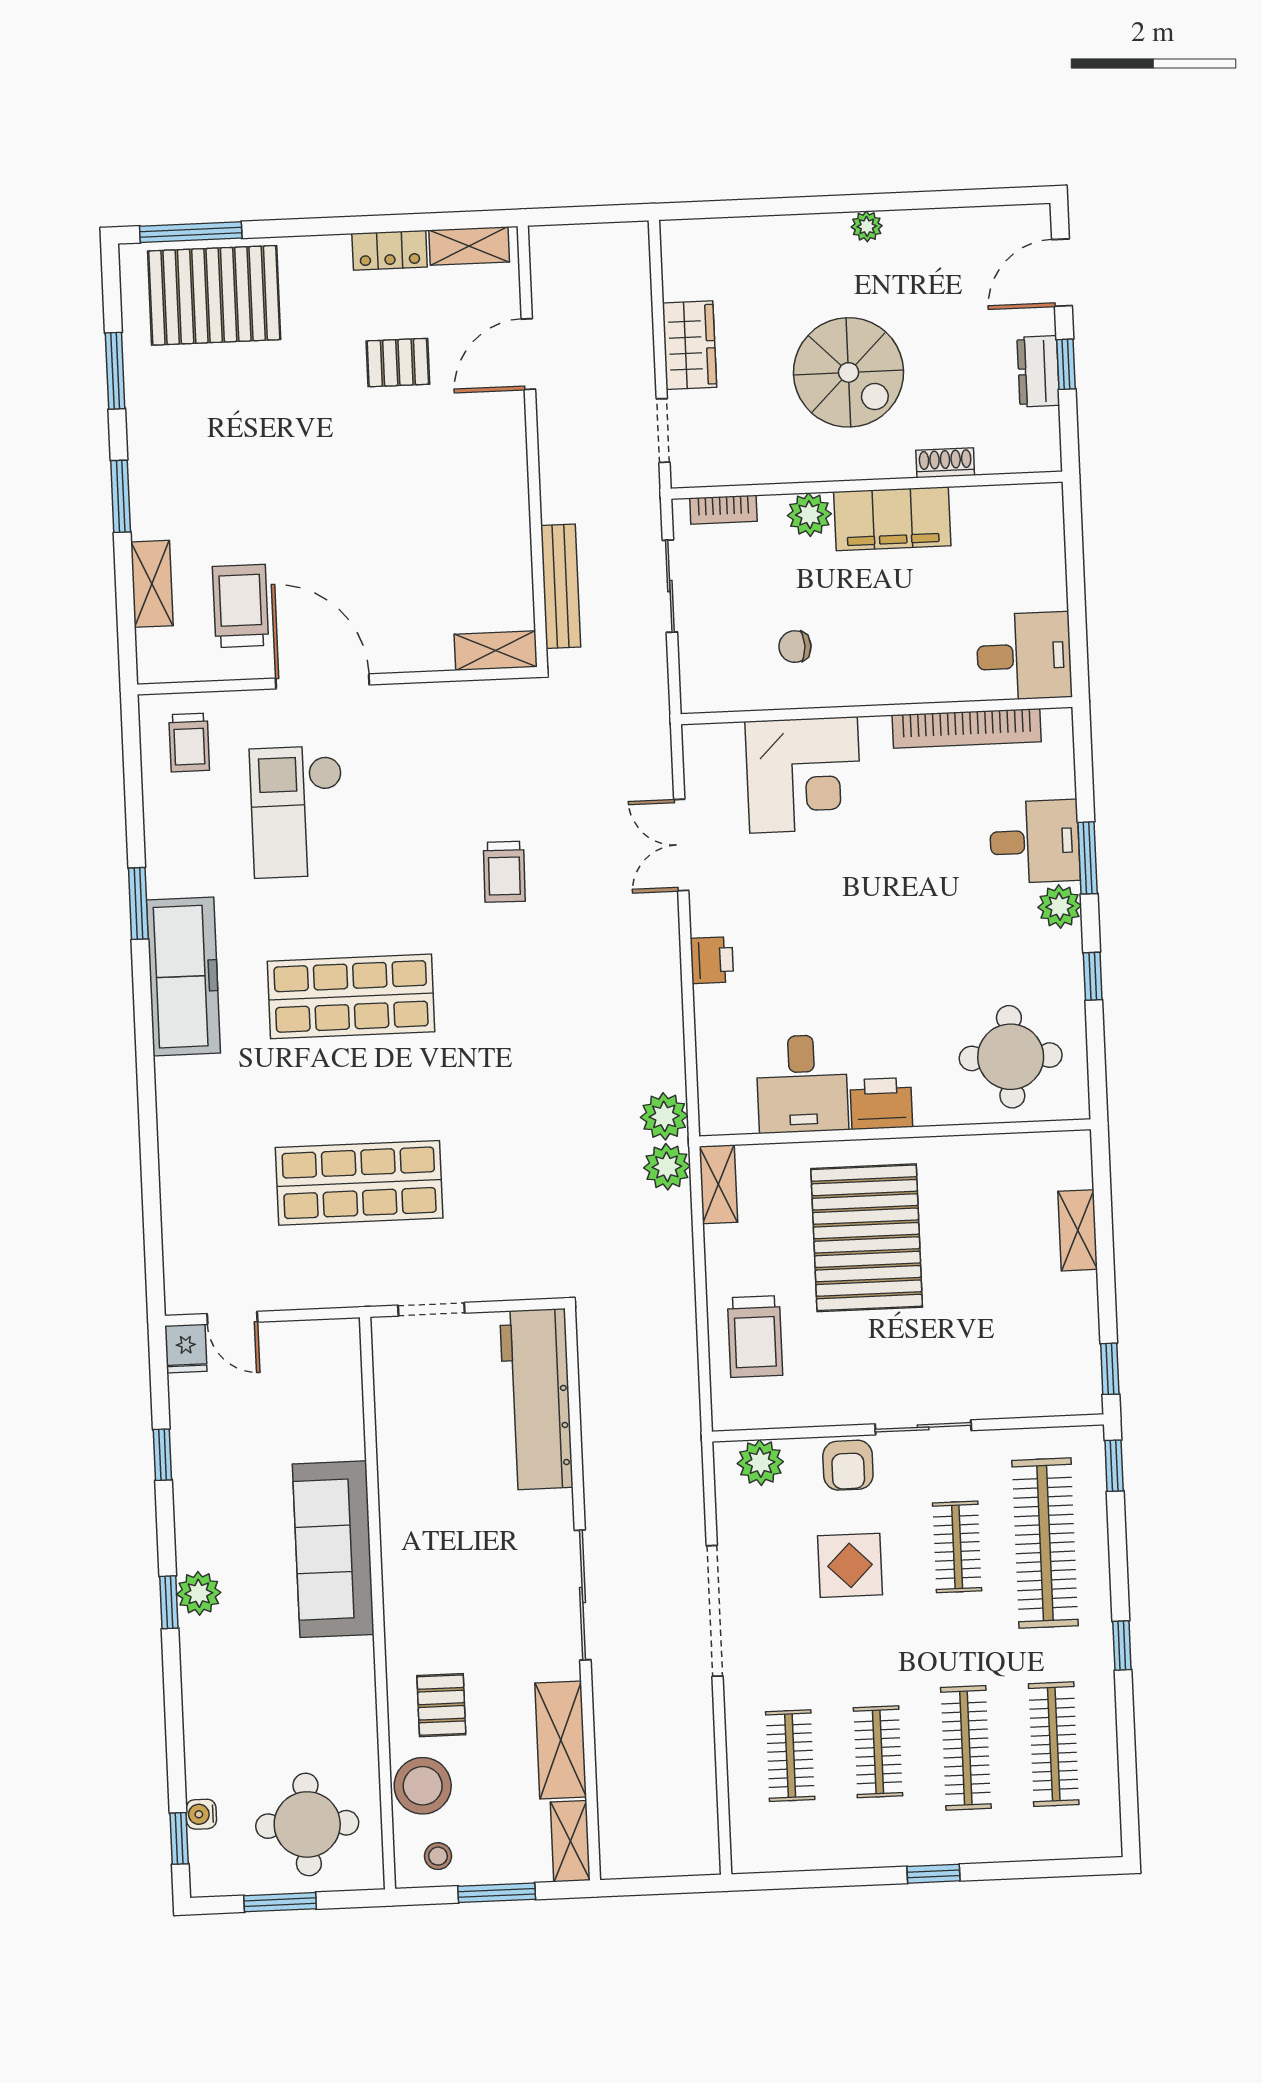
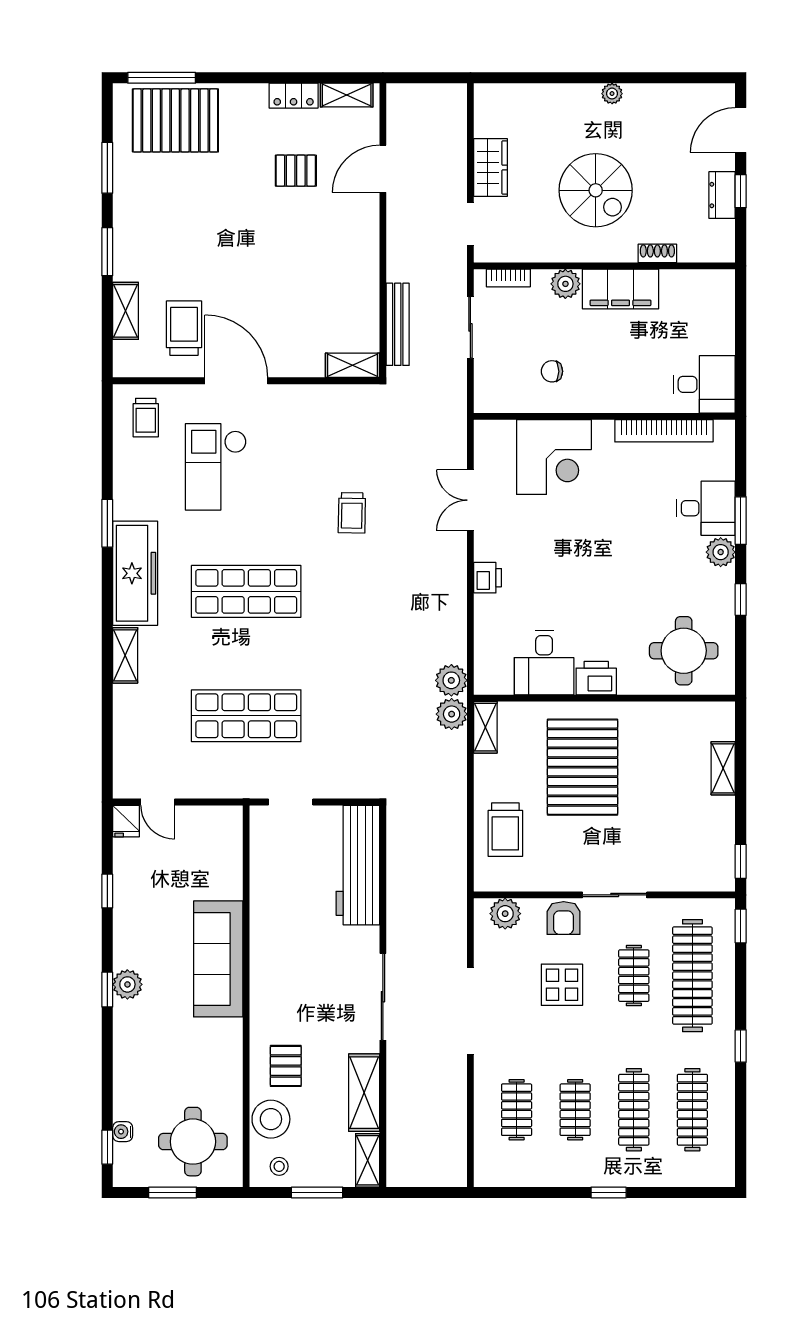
shelving: (174, 1100) -> (125, 655), added

